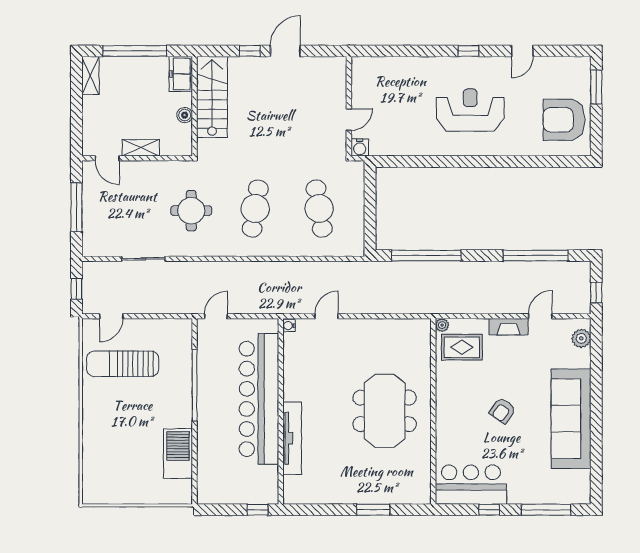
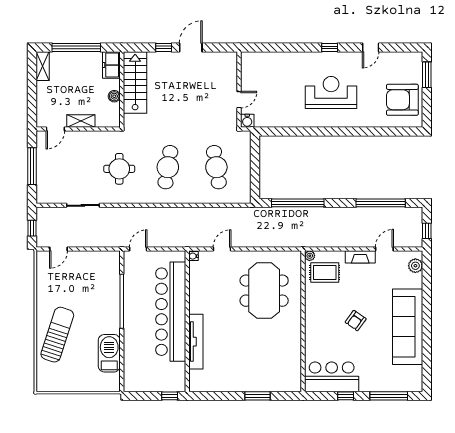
door: (107, 158) -> (55, 129), hinge flipped
sun lounger: (123, 364) -> (57, 335), moved, turned 108
meeting table: (385, 411) -> (264, 291), moved

